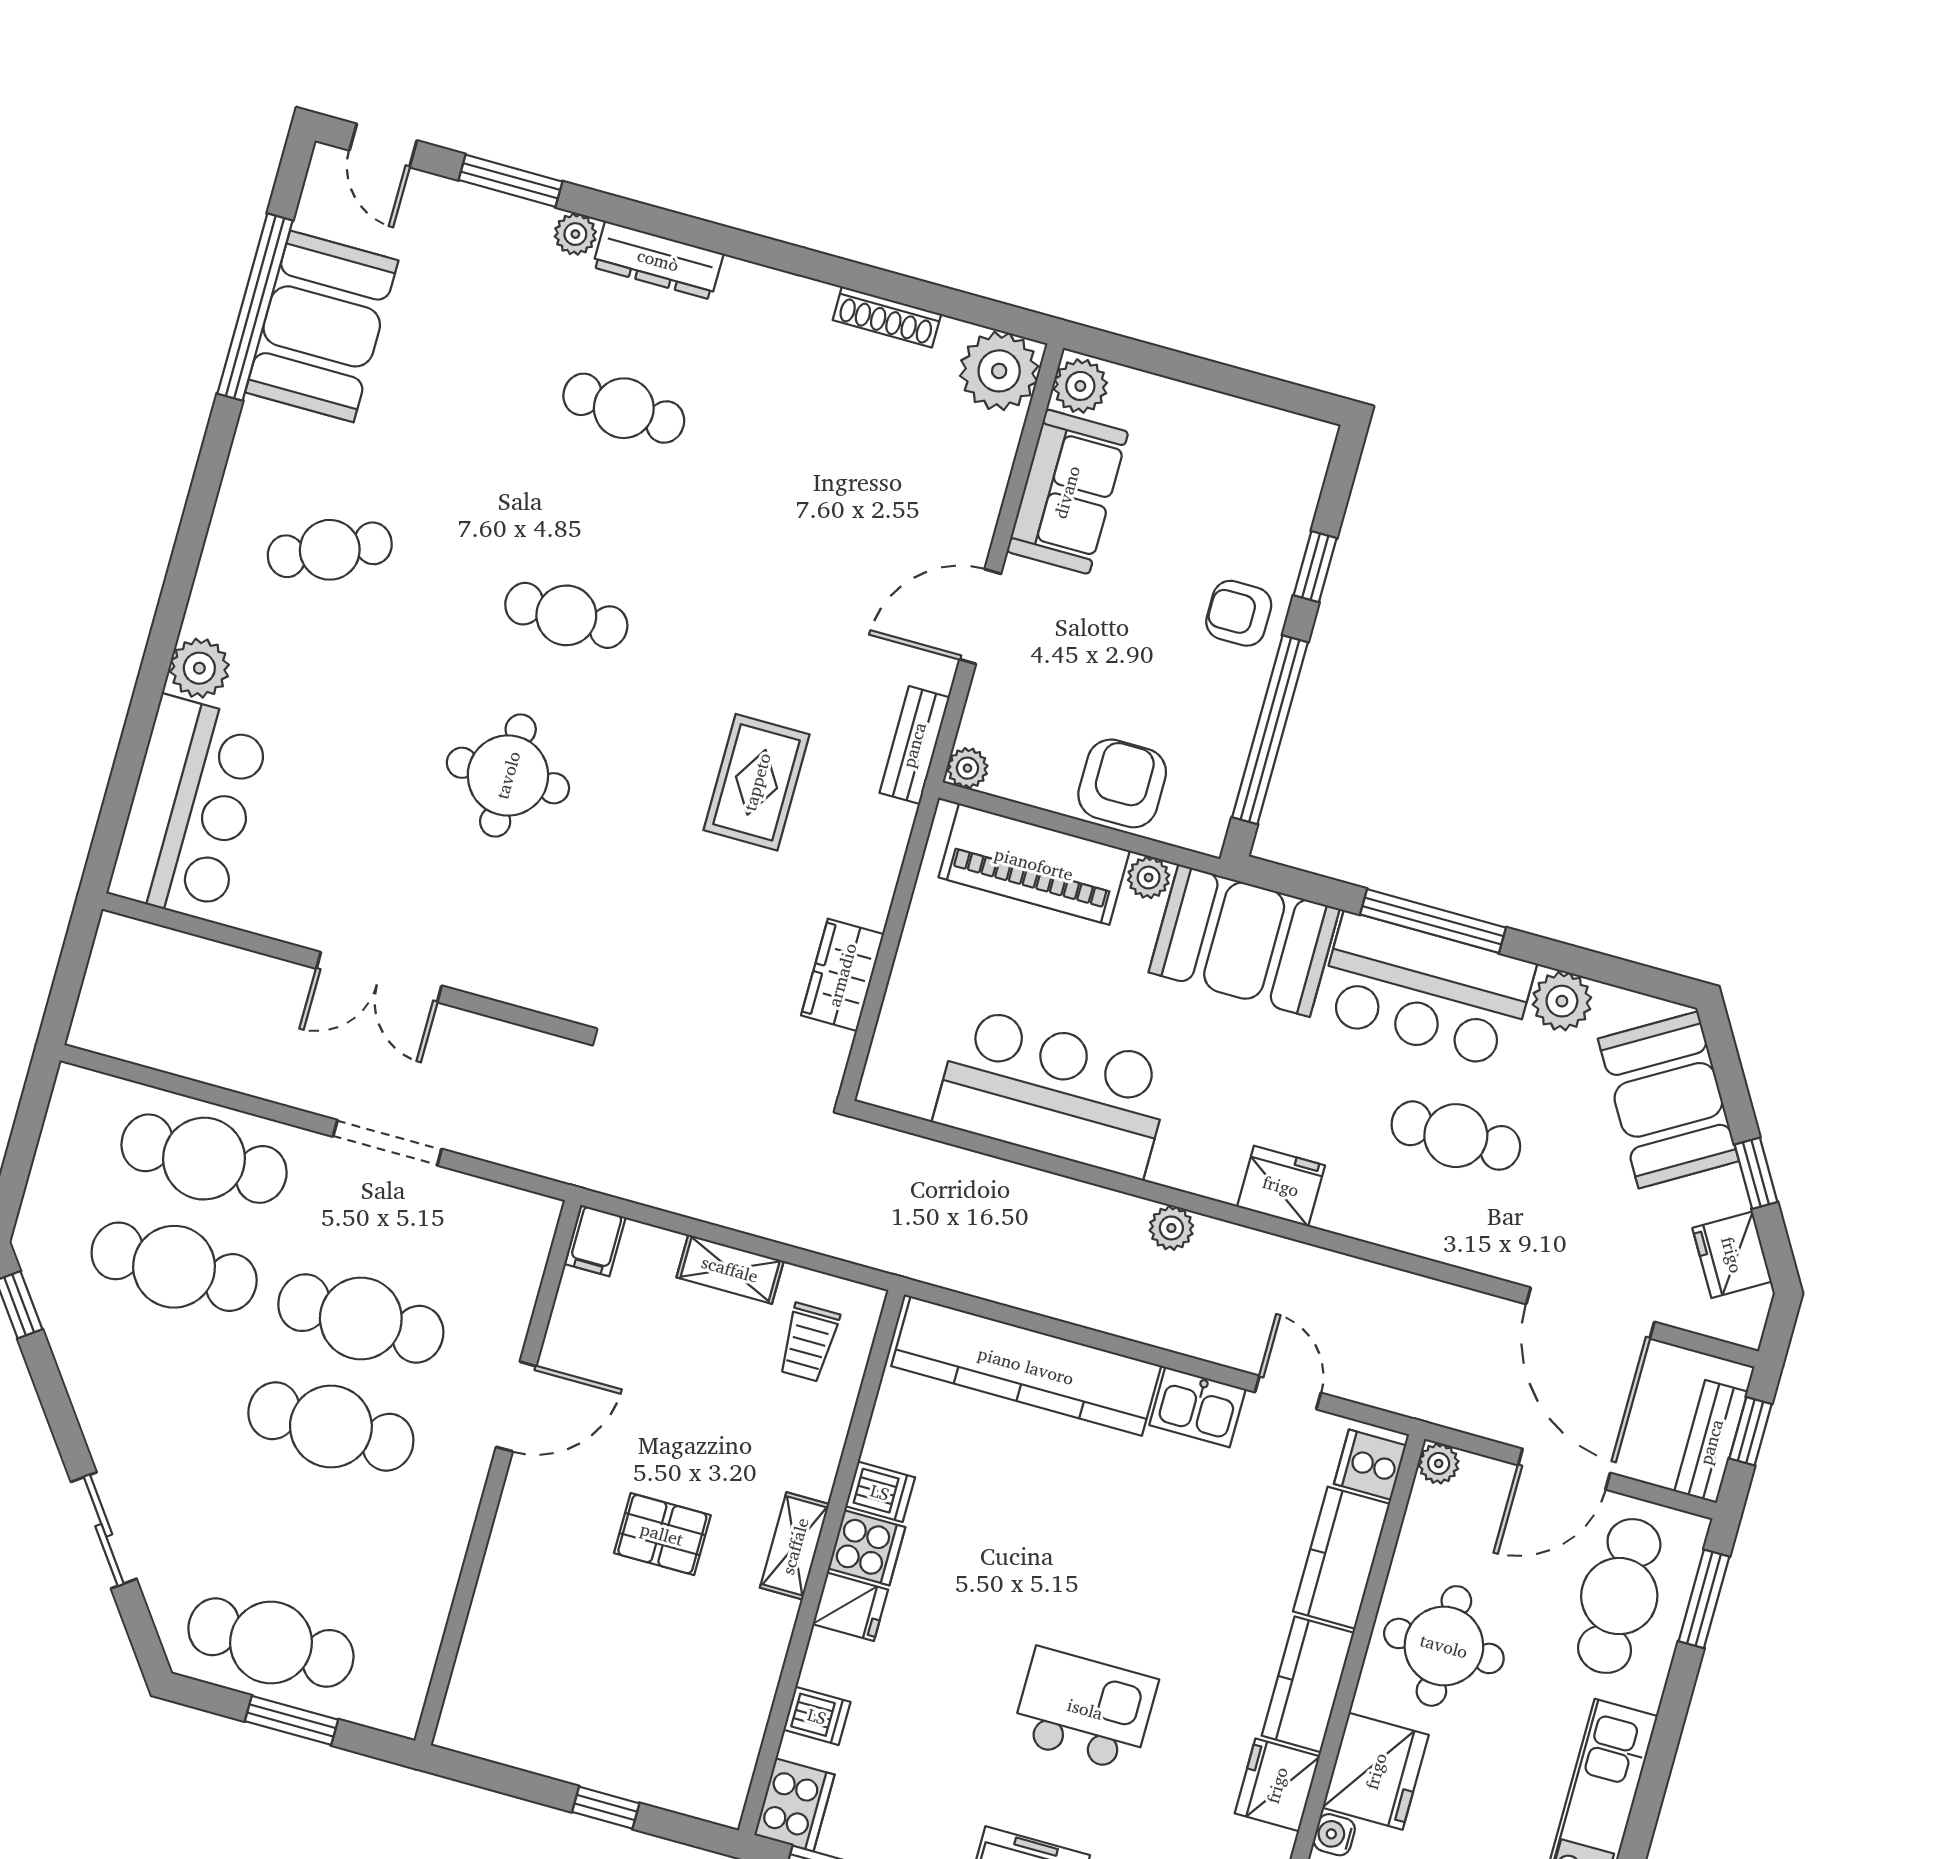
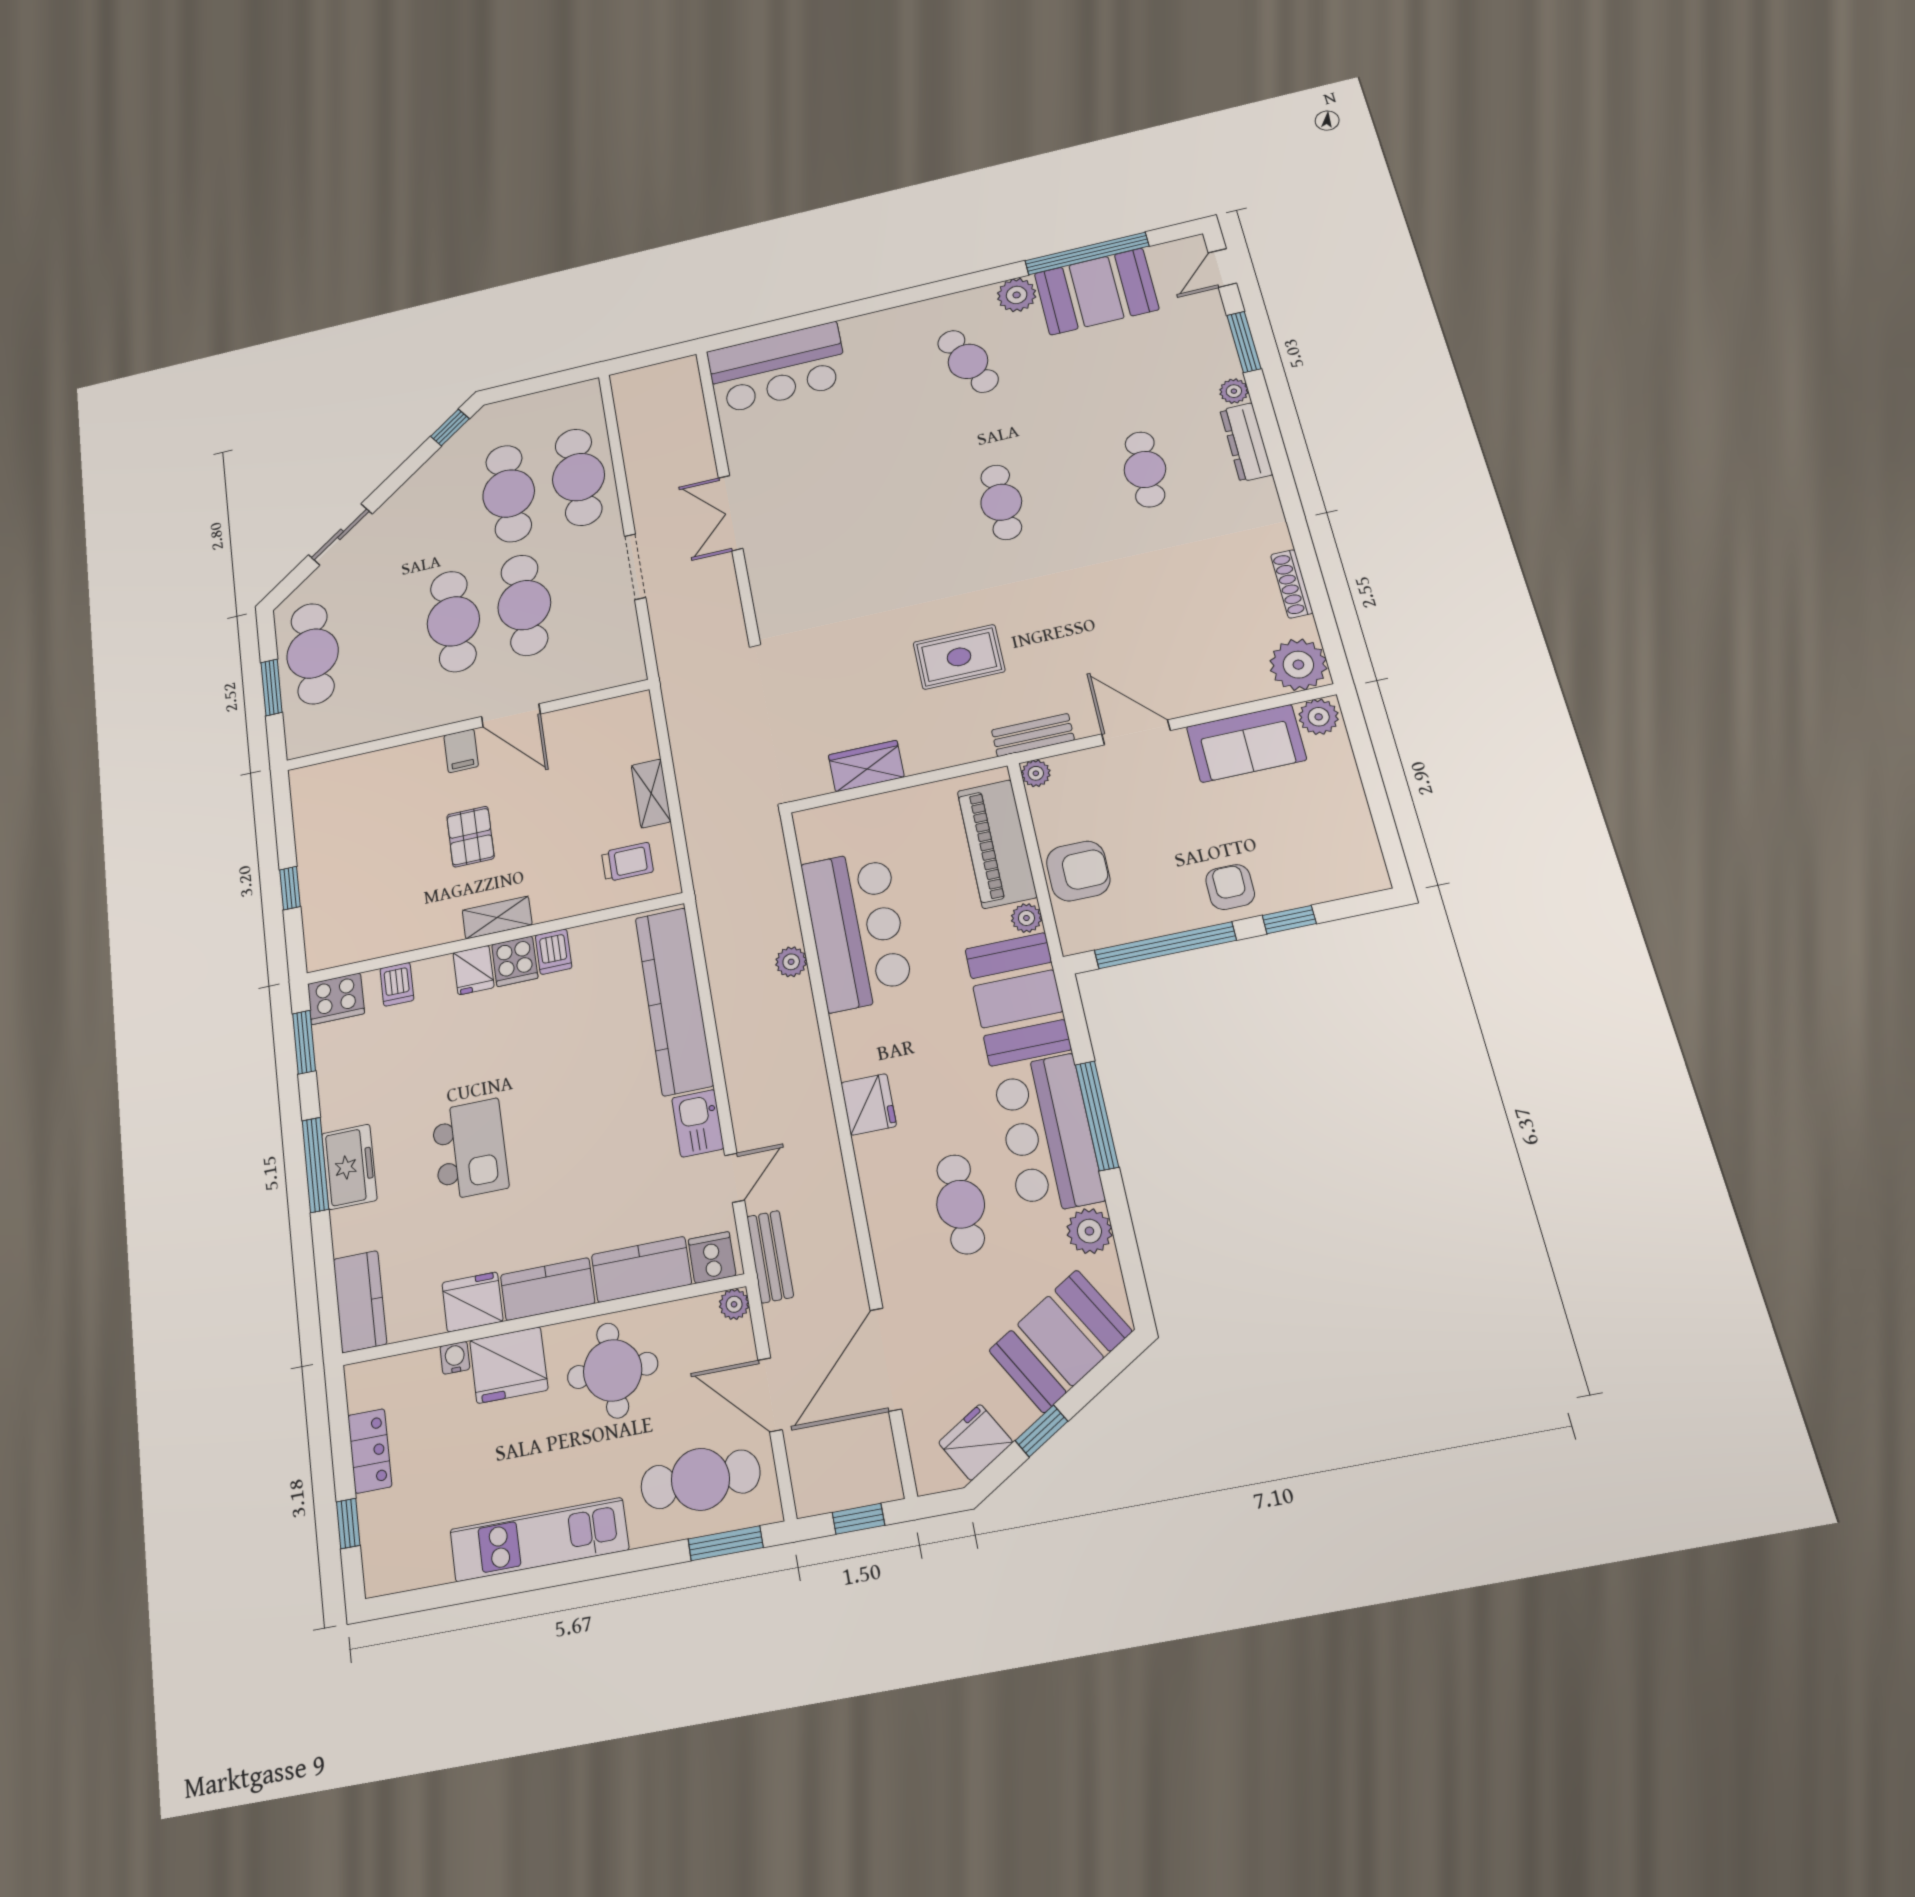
plant: (199, 668) -> (1017, 295), moved
round table: (508, 775) -> (887, 520), removed
plant: (1171, 1228) -> (791, 962), moved
filing cabinet: (595, 1241) -> (461, 751), moved, turned -90
trolley: (809, 1342) -> (627, 862), turned 180
bench: (1711, 1442) -> (770, 1257), moved, turned 90

